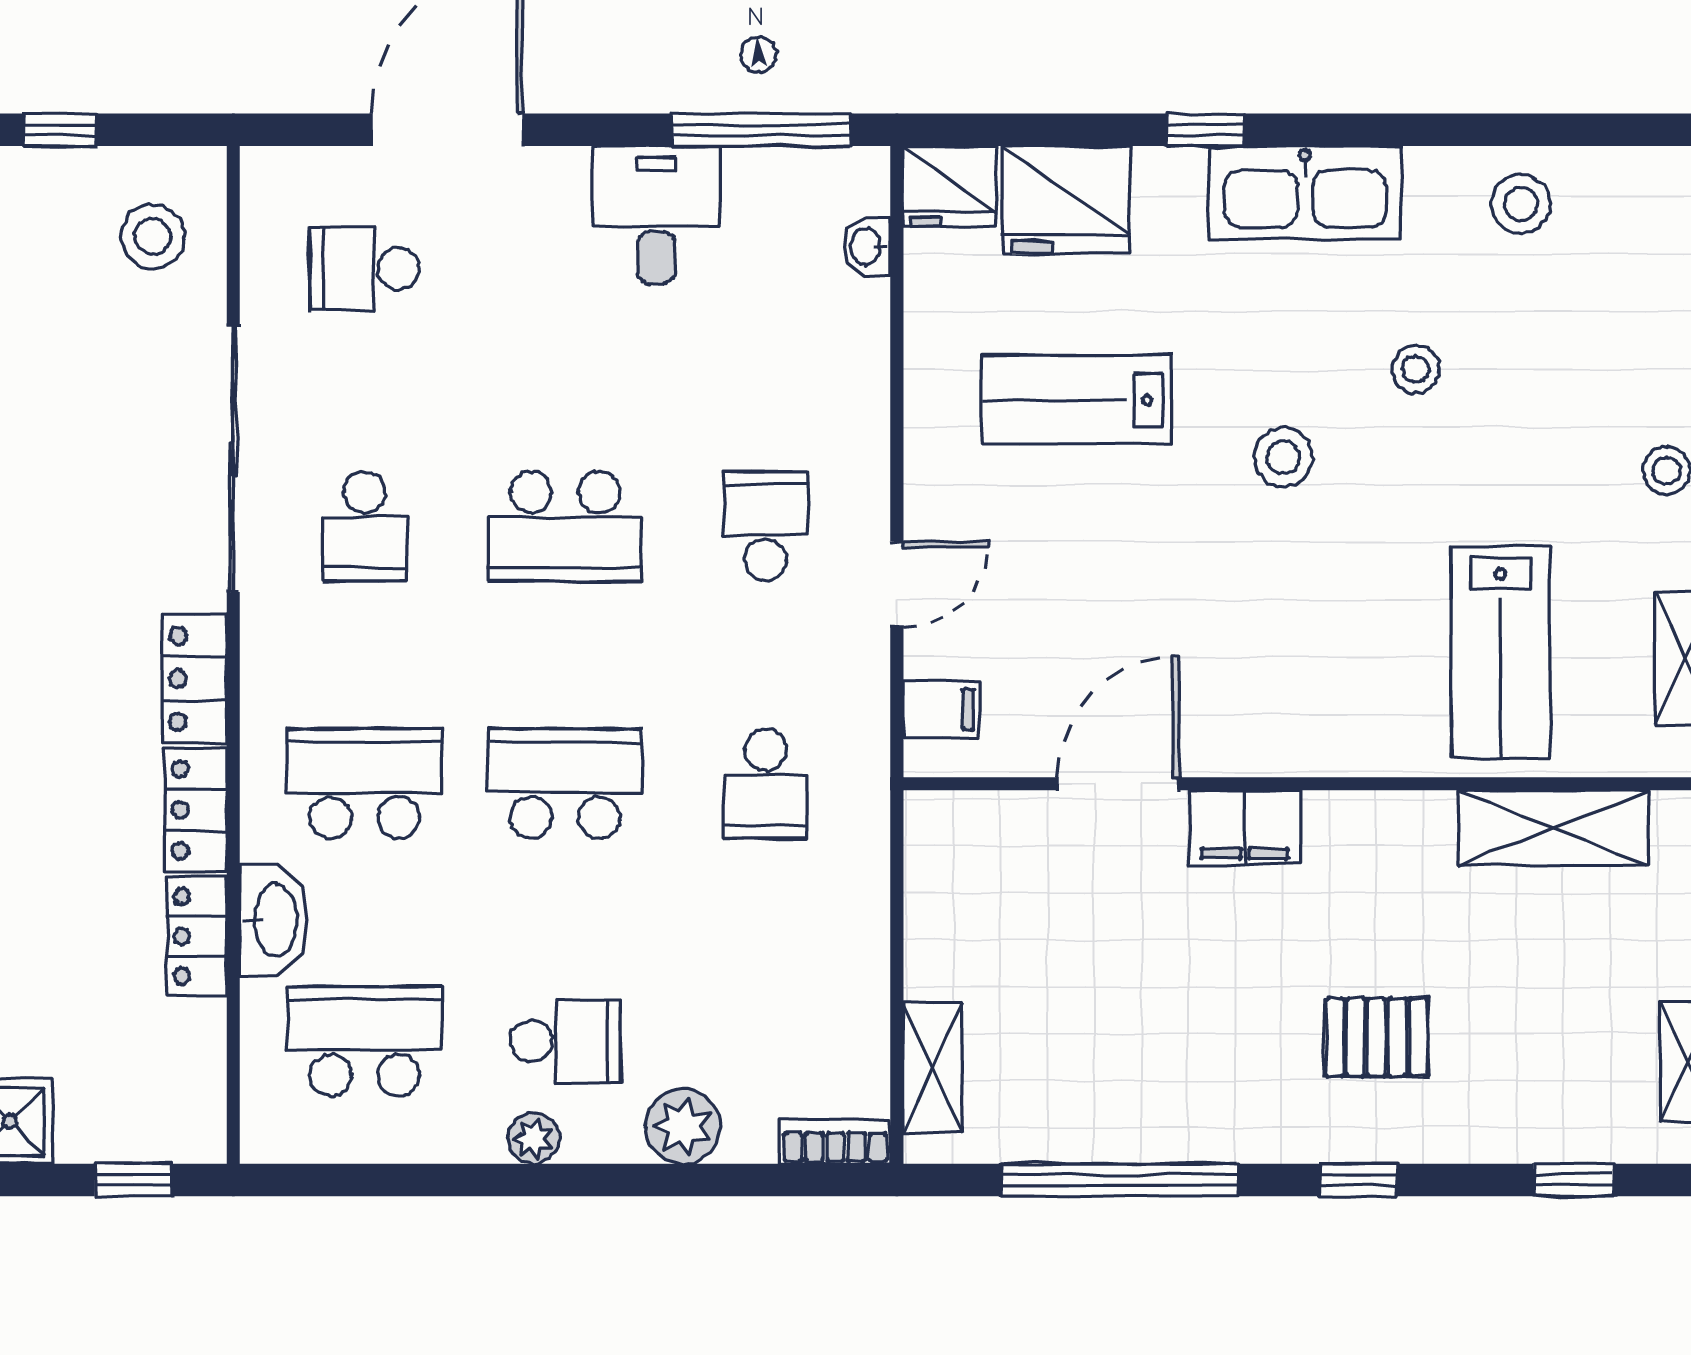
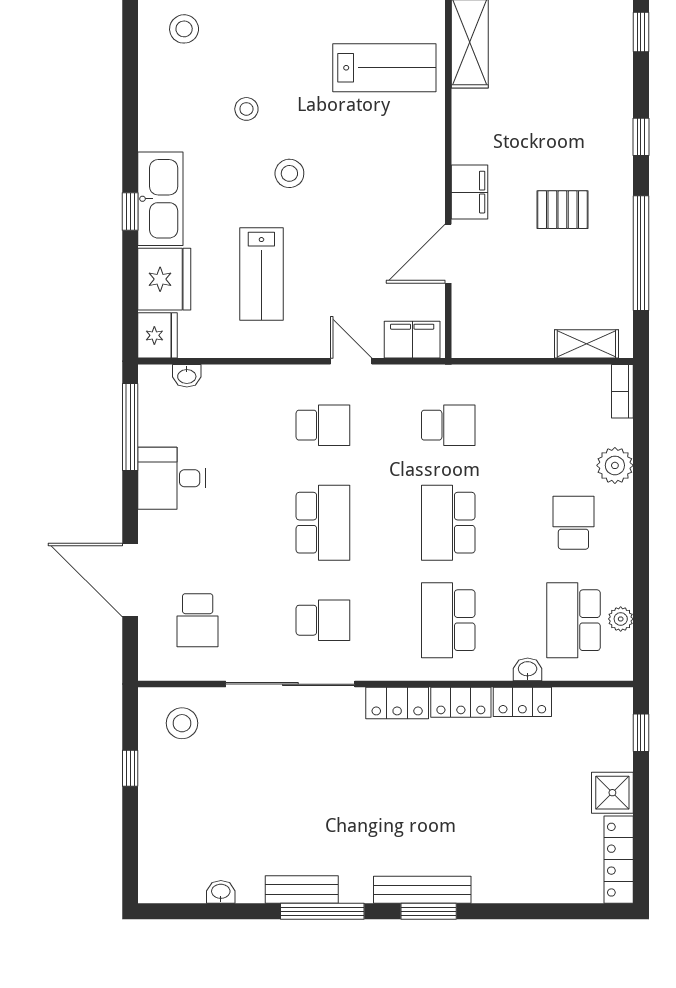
kitchen sink: (1305, 192) -> (160, 199), moved
stool: (1521, 204) -> (184, 29), moved
school desk: (766, 526) -> (323, 425), turned 180
filing cabinet: (941, 710) -> (412, 340), width x2.00
door: (1118, 784) -> (448, 254), hinge flipped
washbasin: (274, 920) -> (528, 669), width x0.52, depth x0.69
pallet: (1377, 1037) -> (562, 210), moved, turned 90
plant: (534, 1138) -> (621, 619), moved

